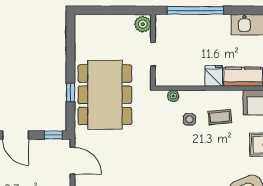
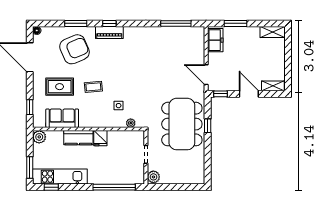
coffee table: (220, 117) -> (93, 87), moved

